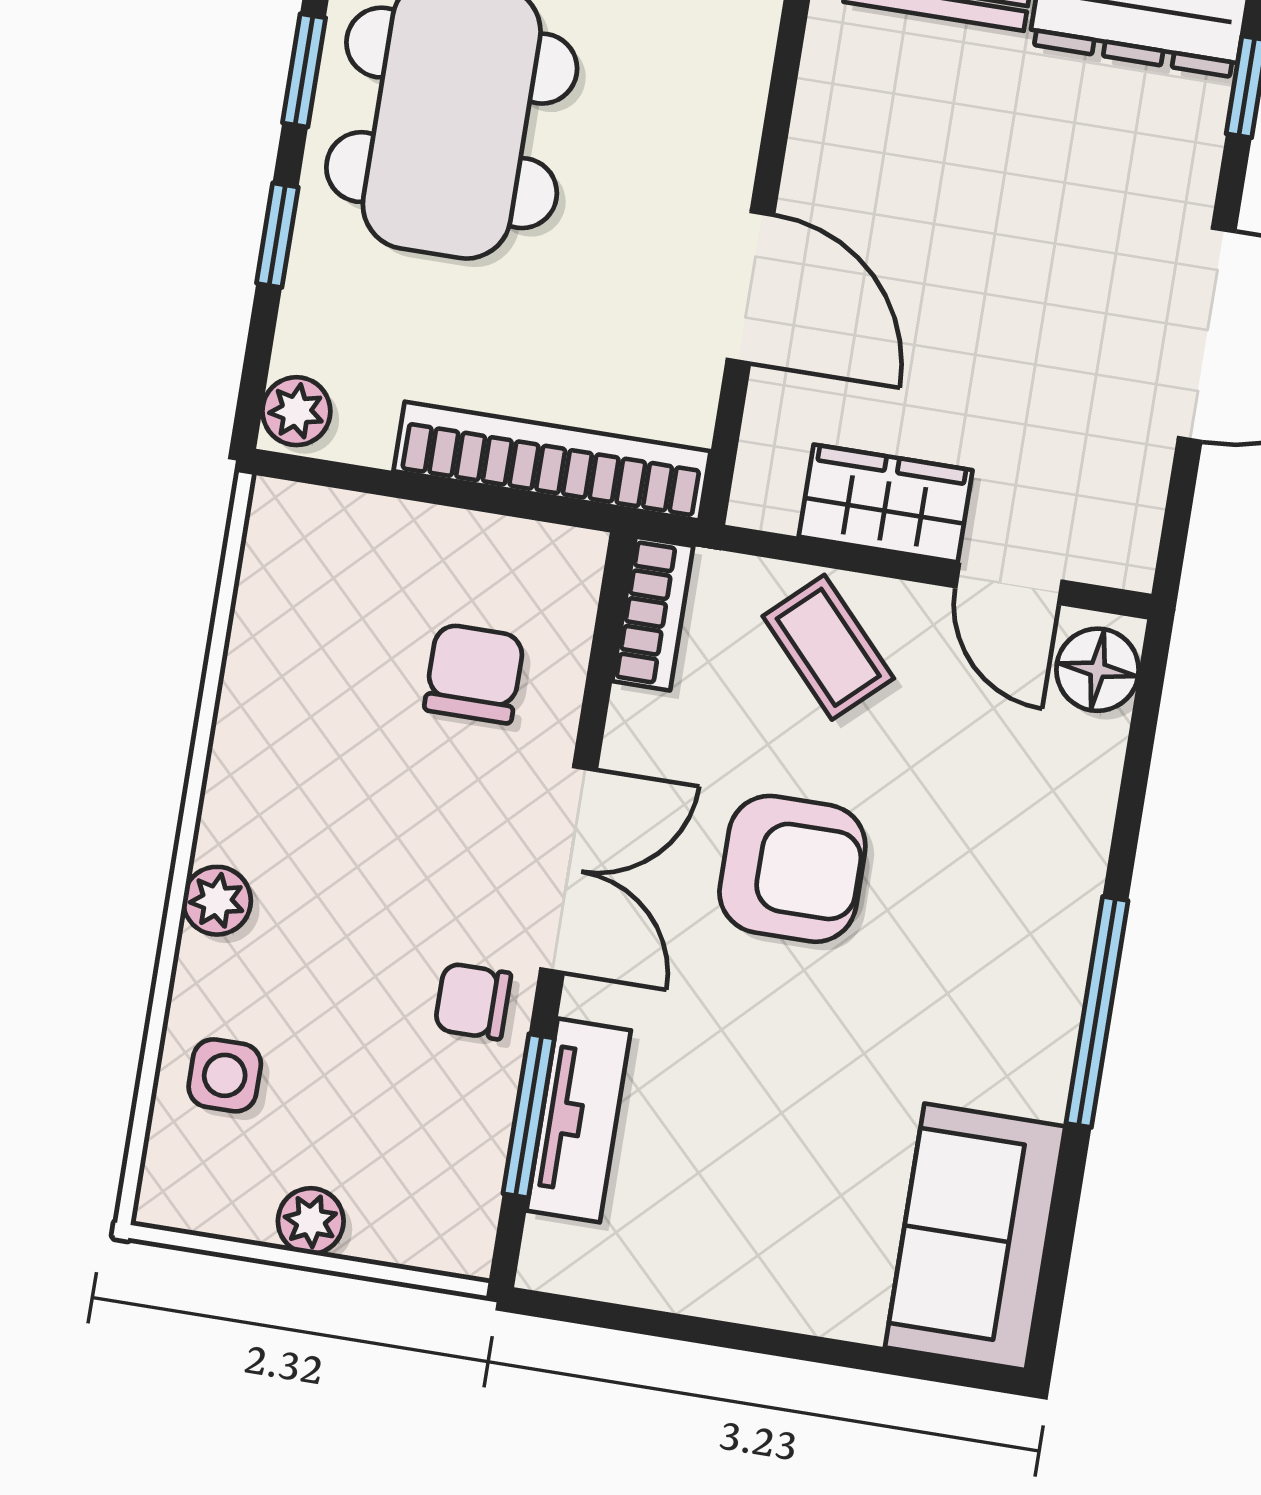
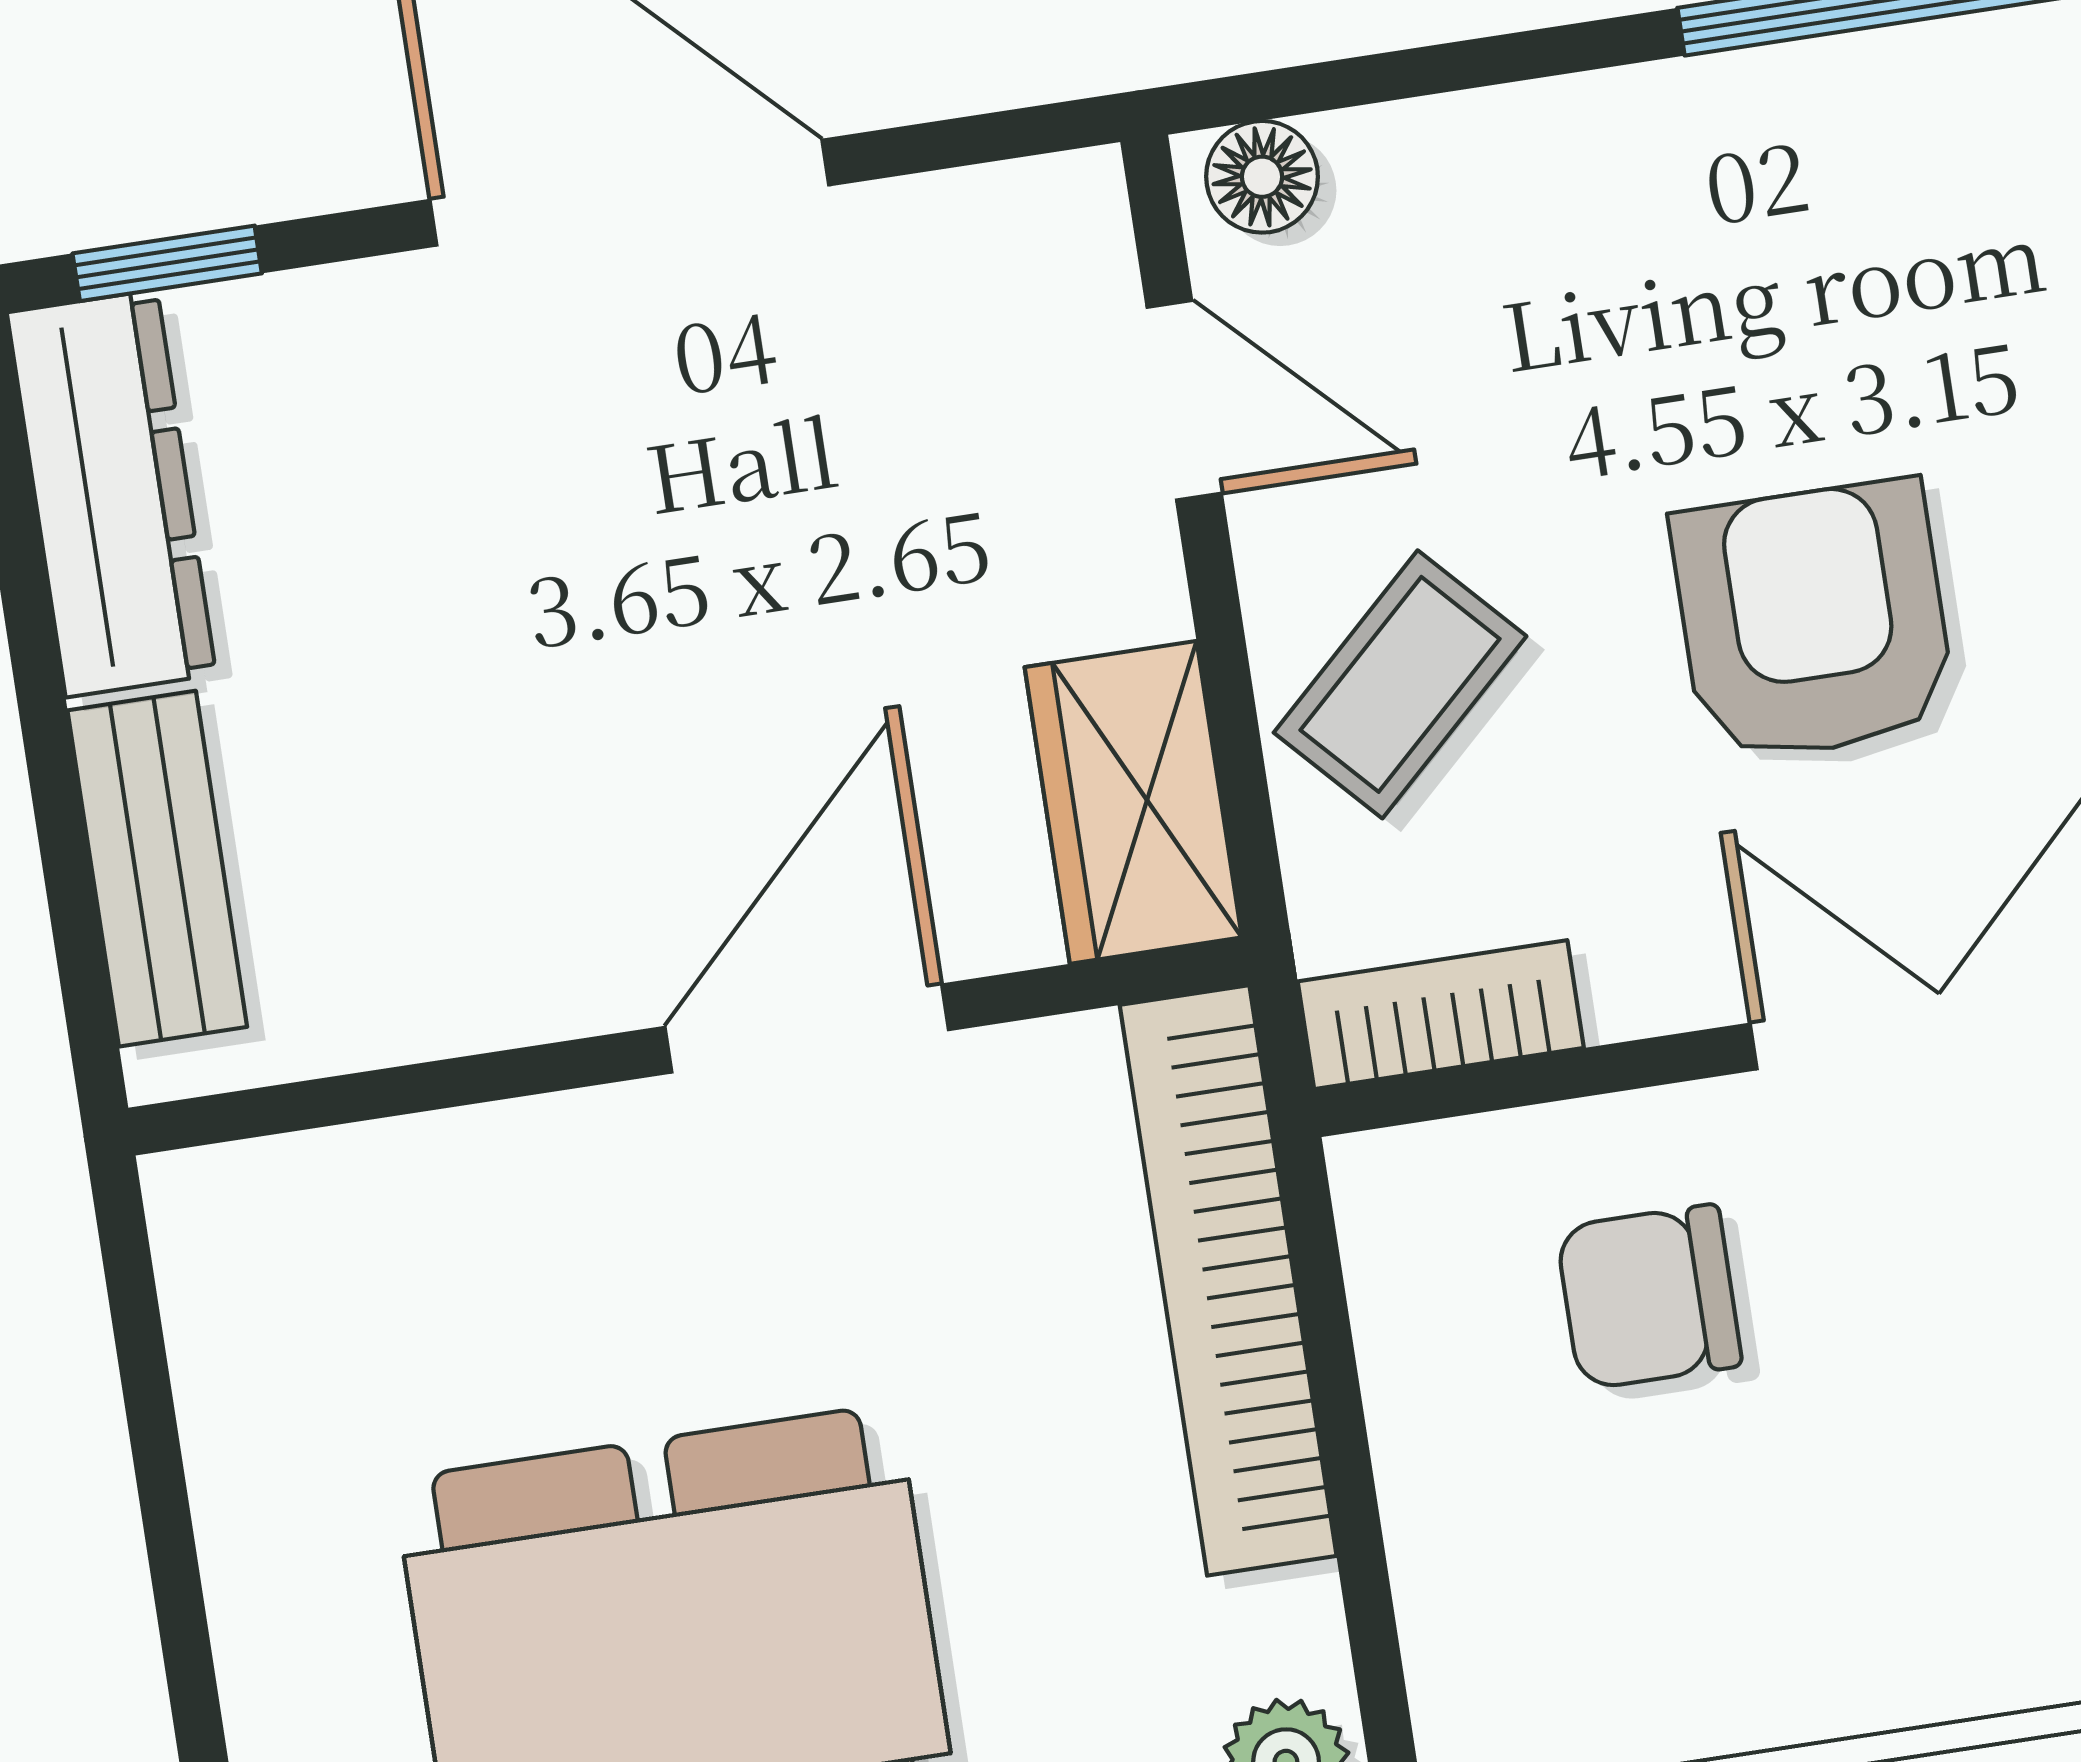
wardrobe: (886, 503) -> (1133, 802), moved
door: (1009, 584) -> (1184, 400), hinge flipped
floor lamp: (1098, 670) -> (1262, 177), width x0.73, depth x0.73

